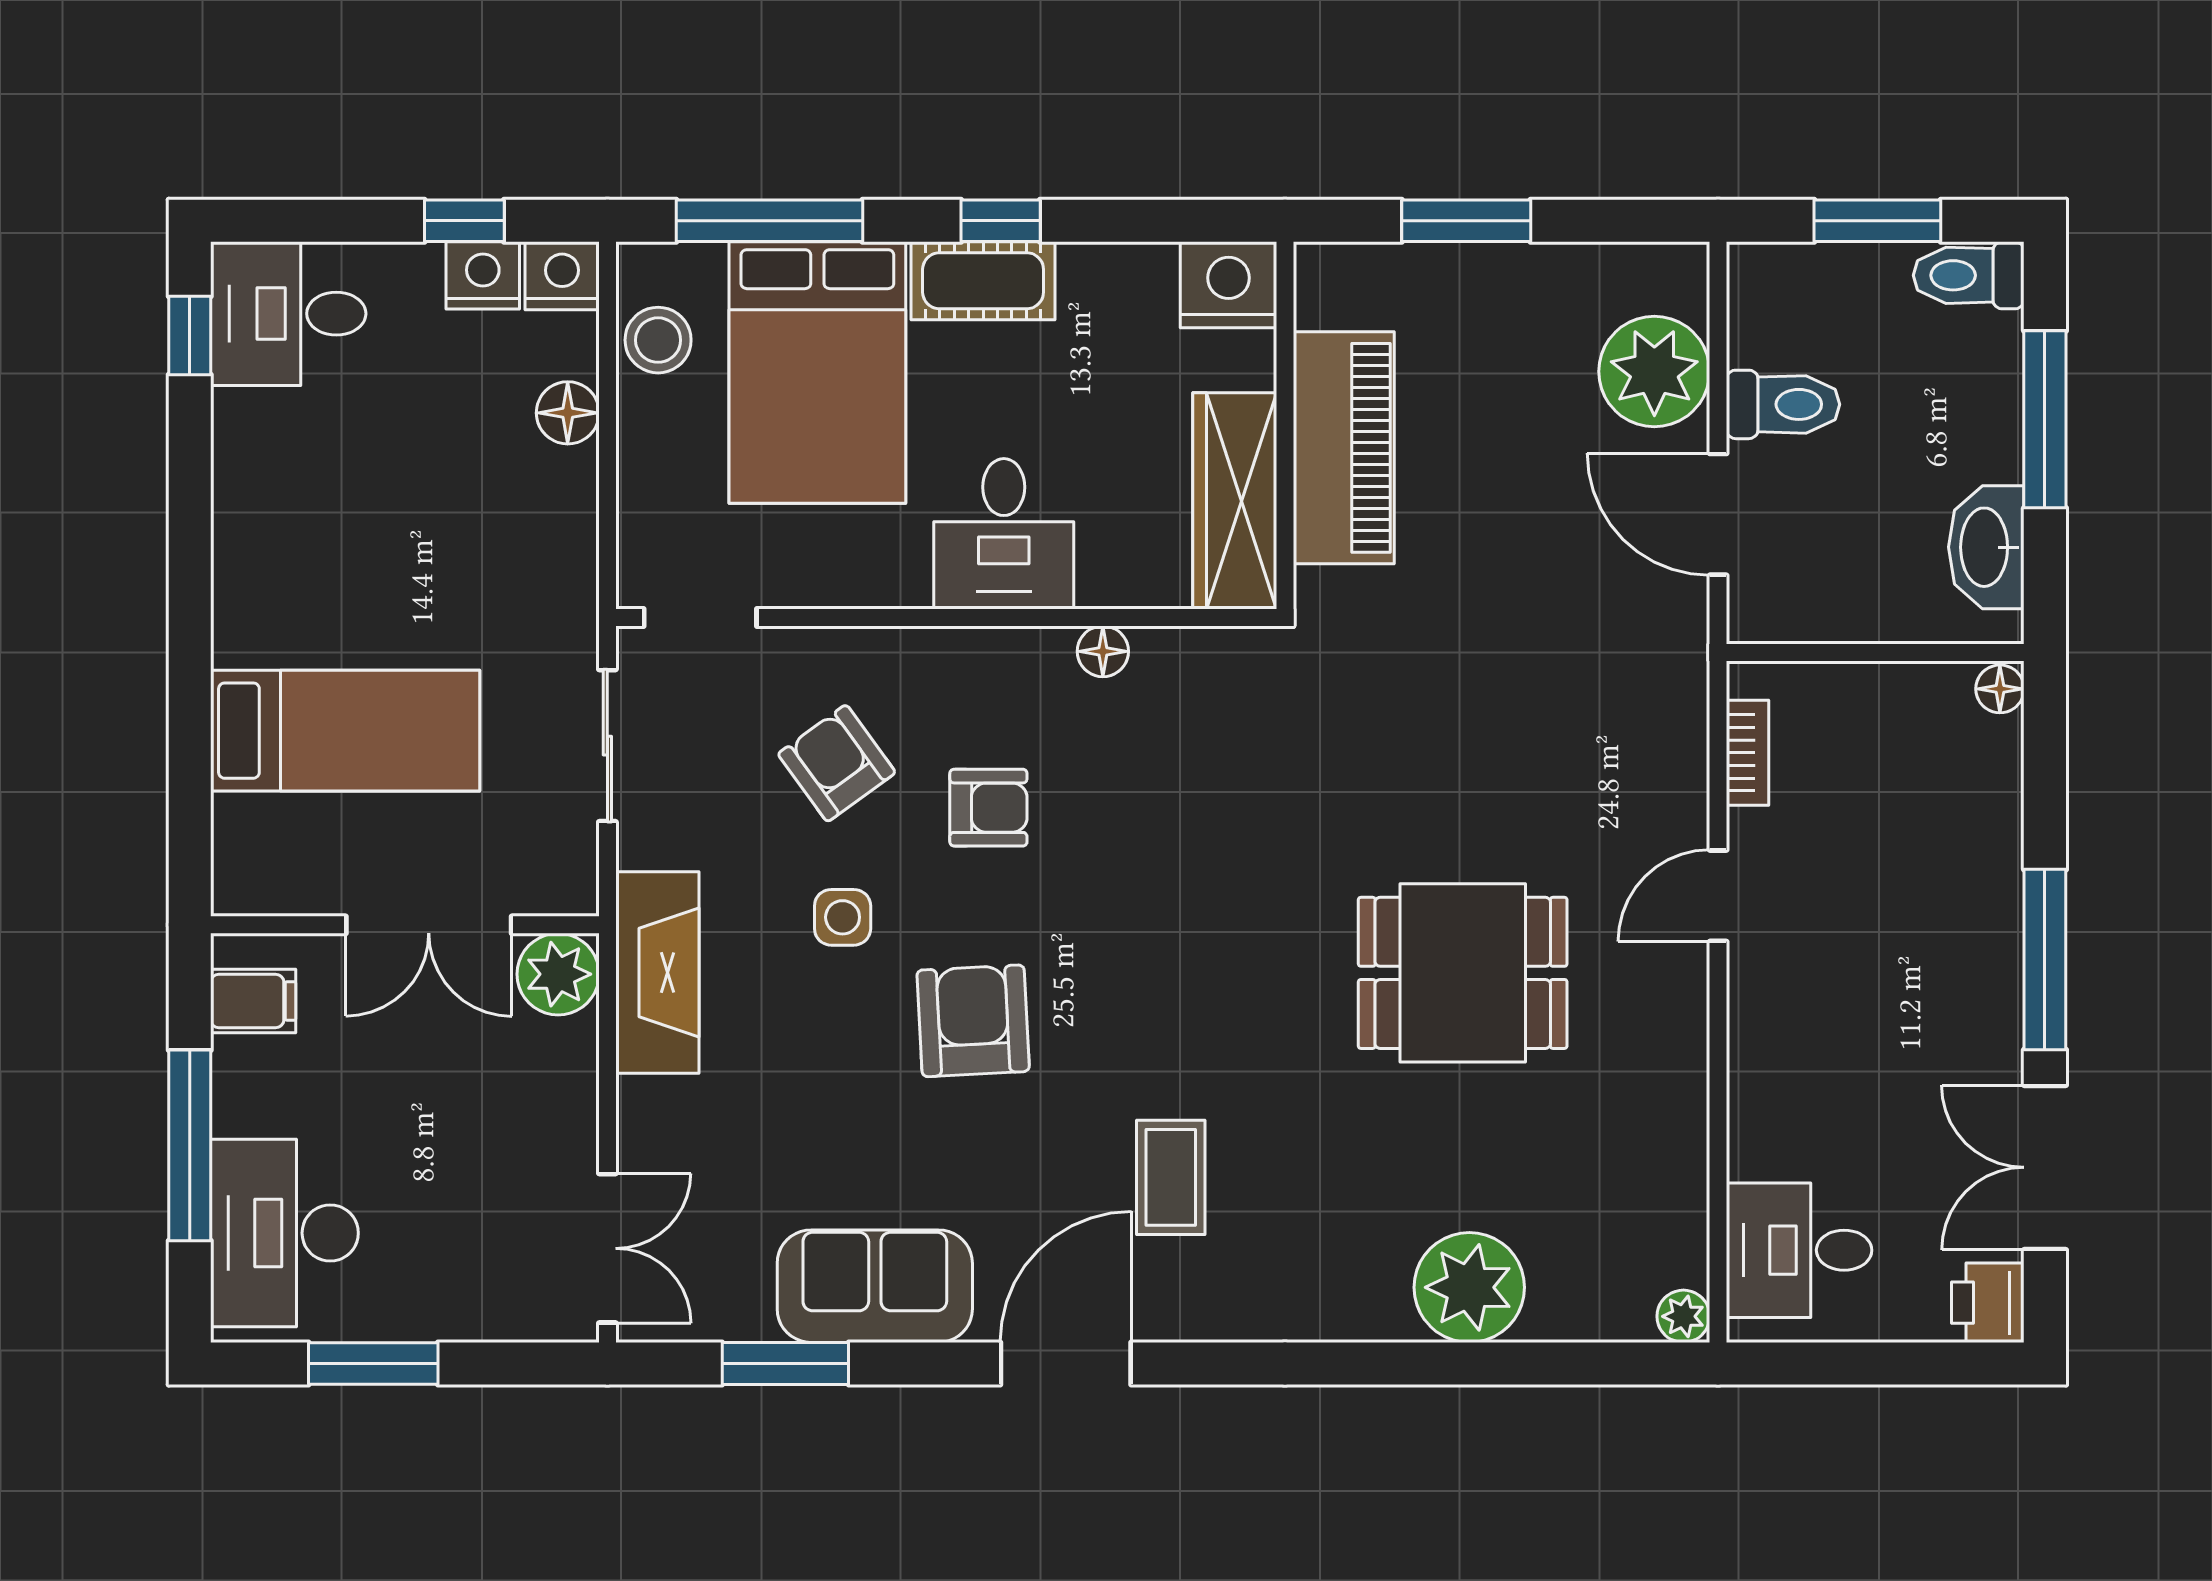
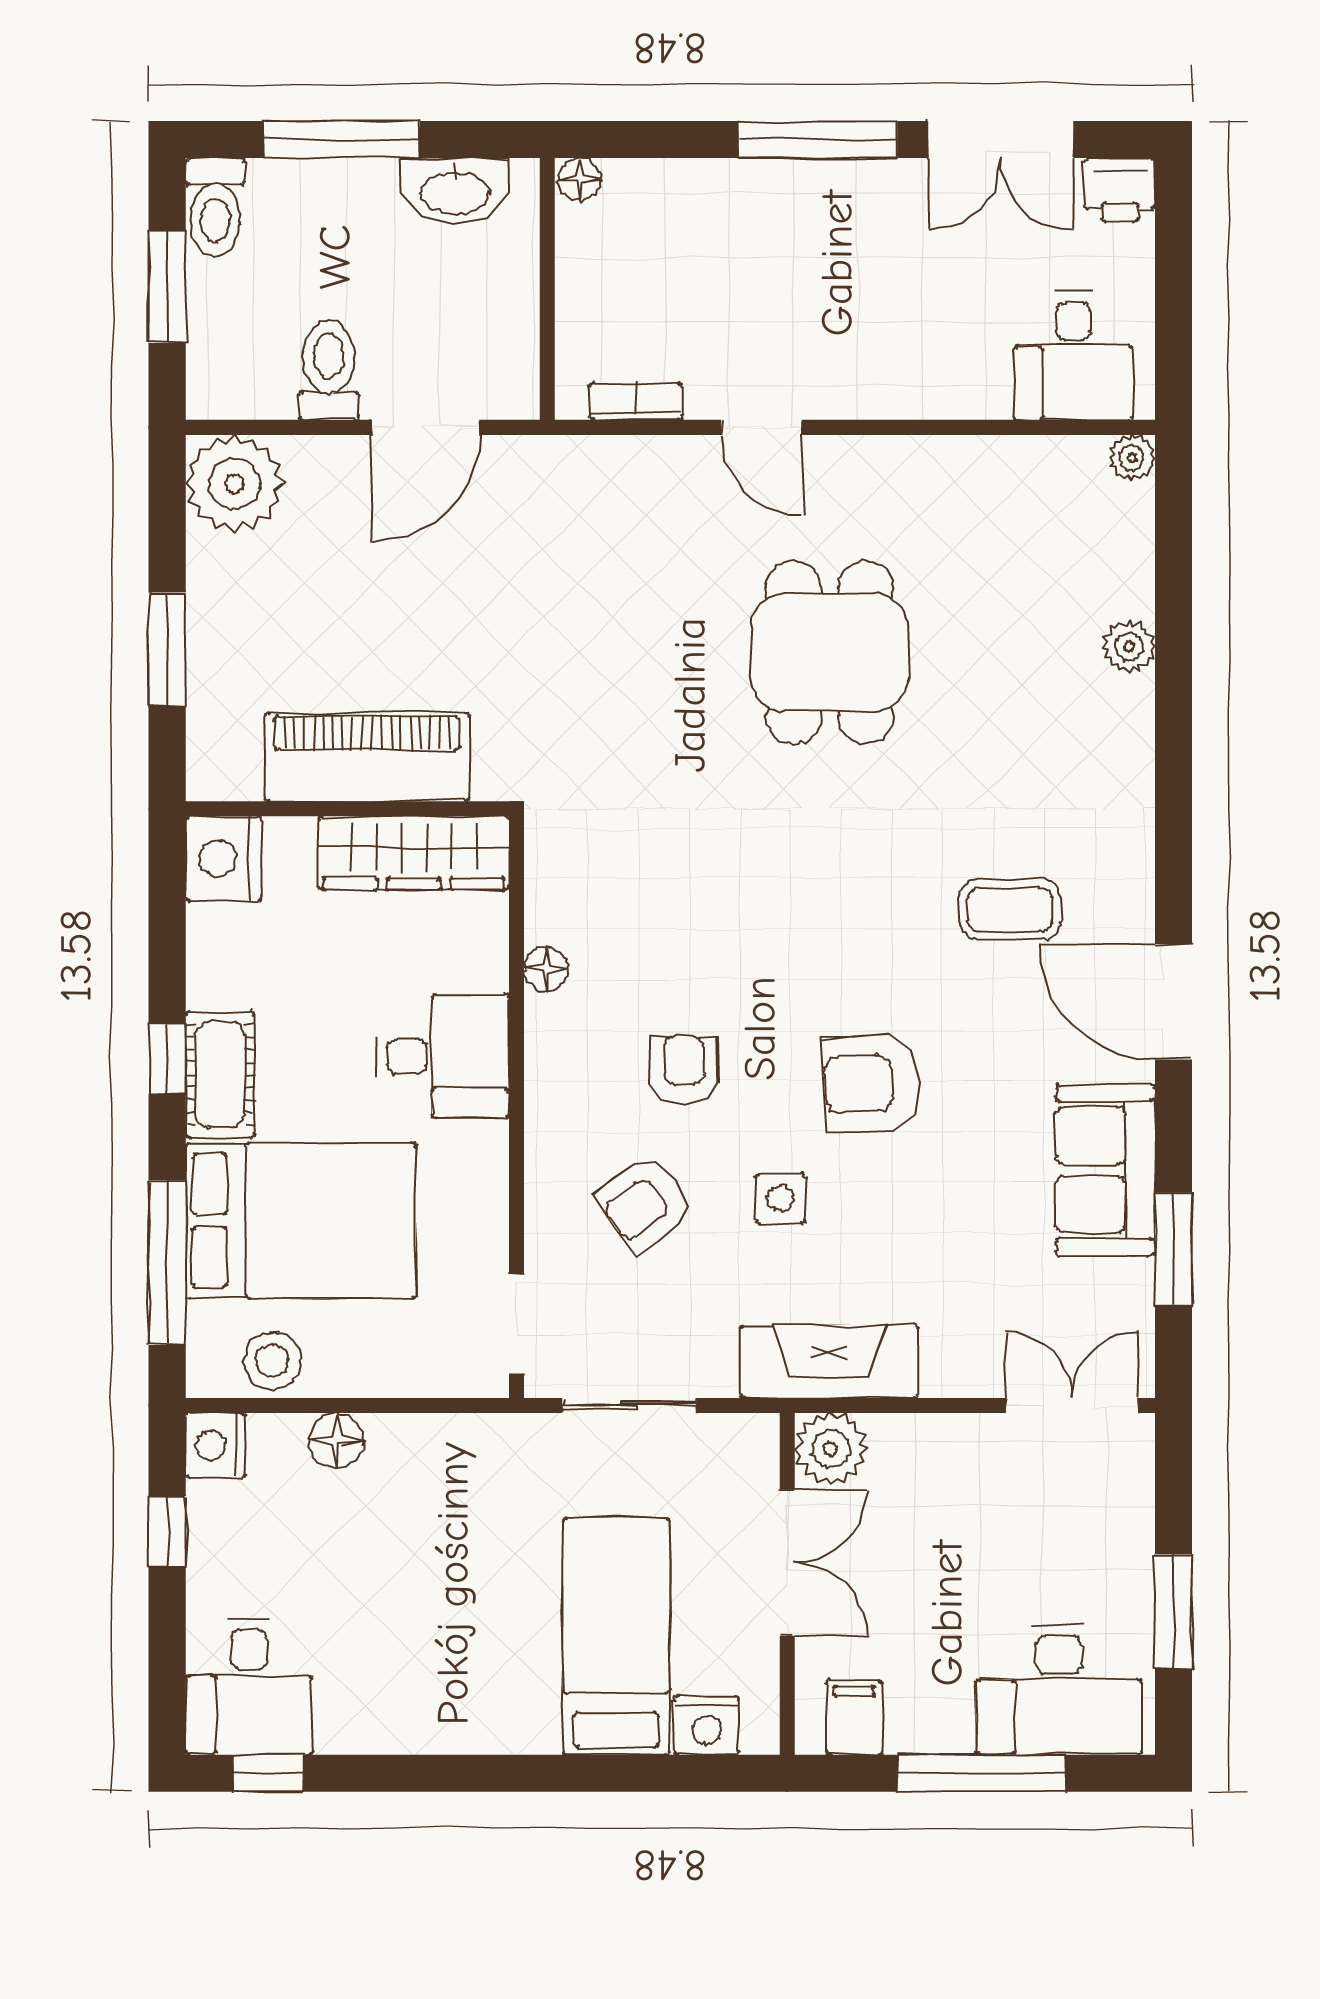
nightstand: (483, 275) -> (707, 1725), moved, turned -90
plant: (1654, 371) -> (234, 484), moved
plant: (1469, 1287) -> (1129, 646), width x0.53, depth x0.53

